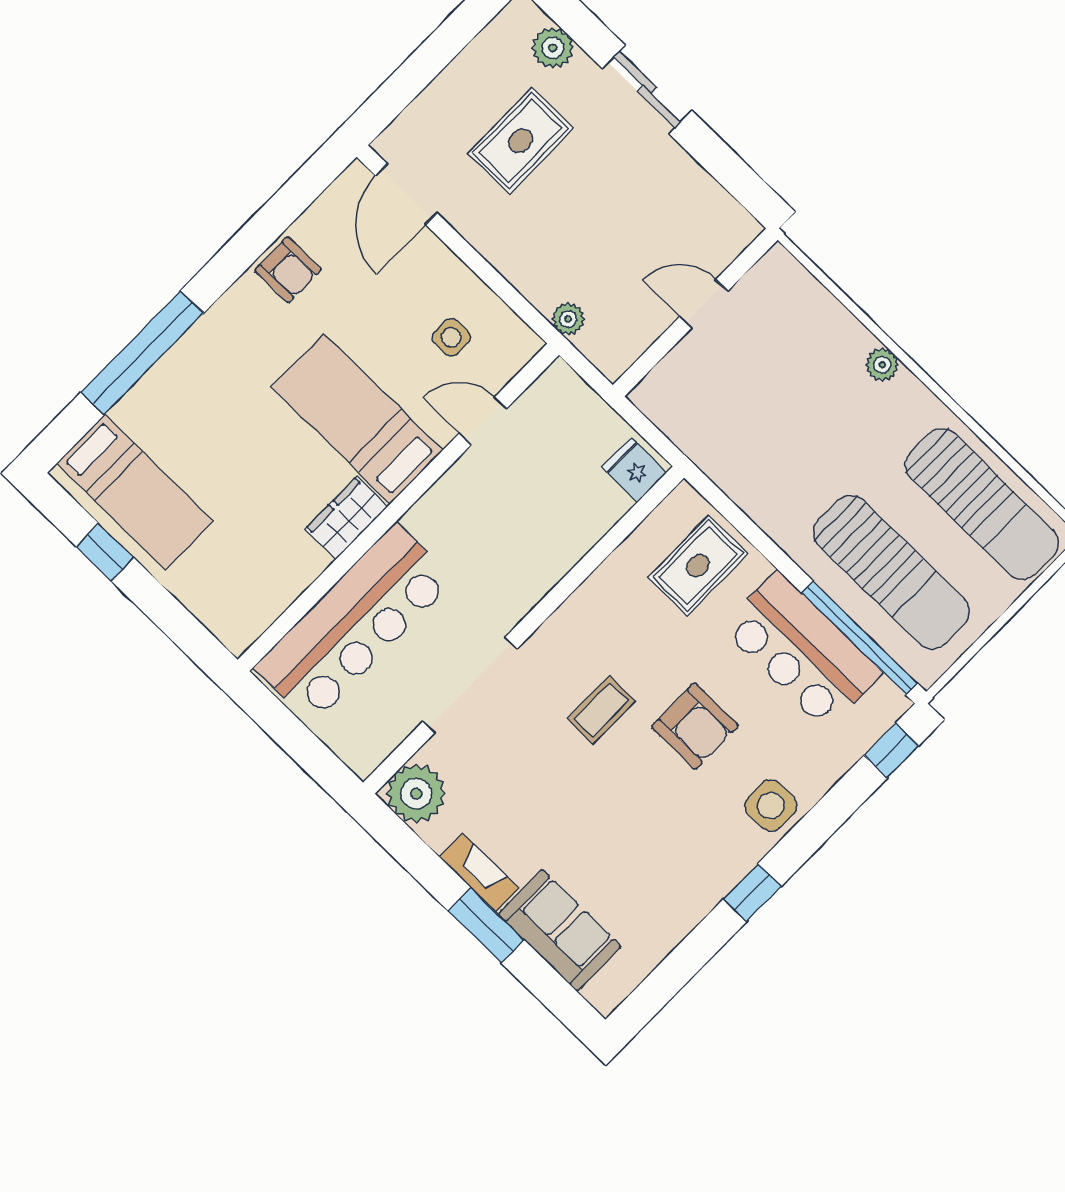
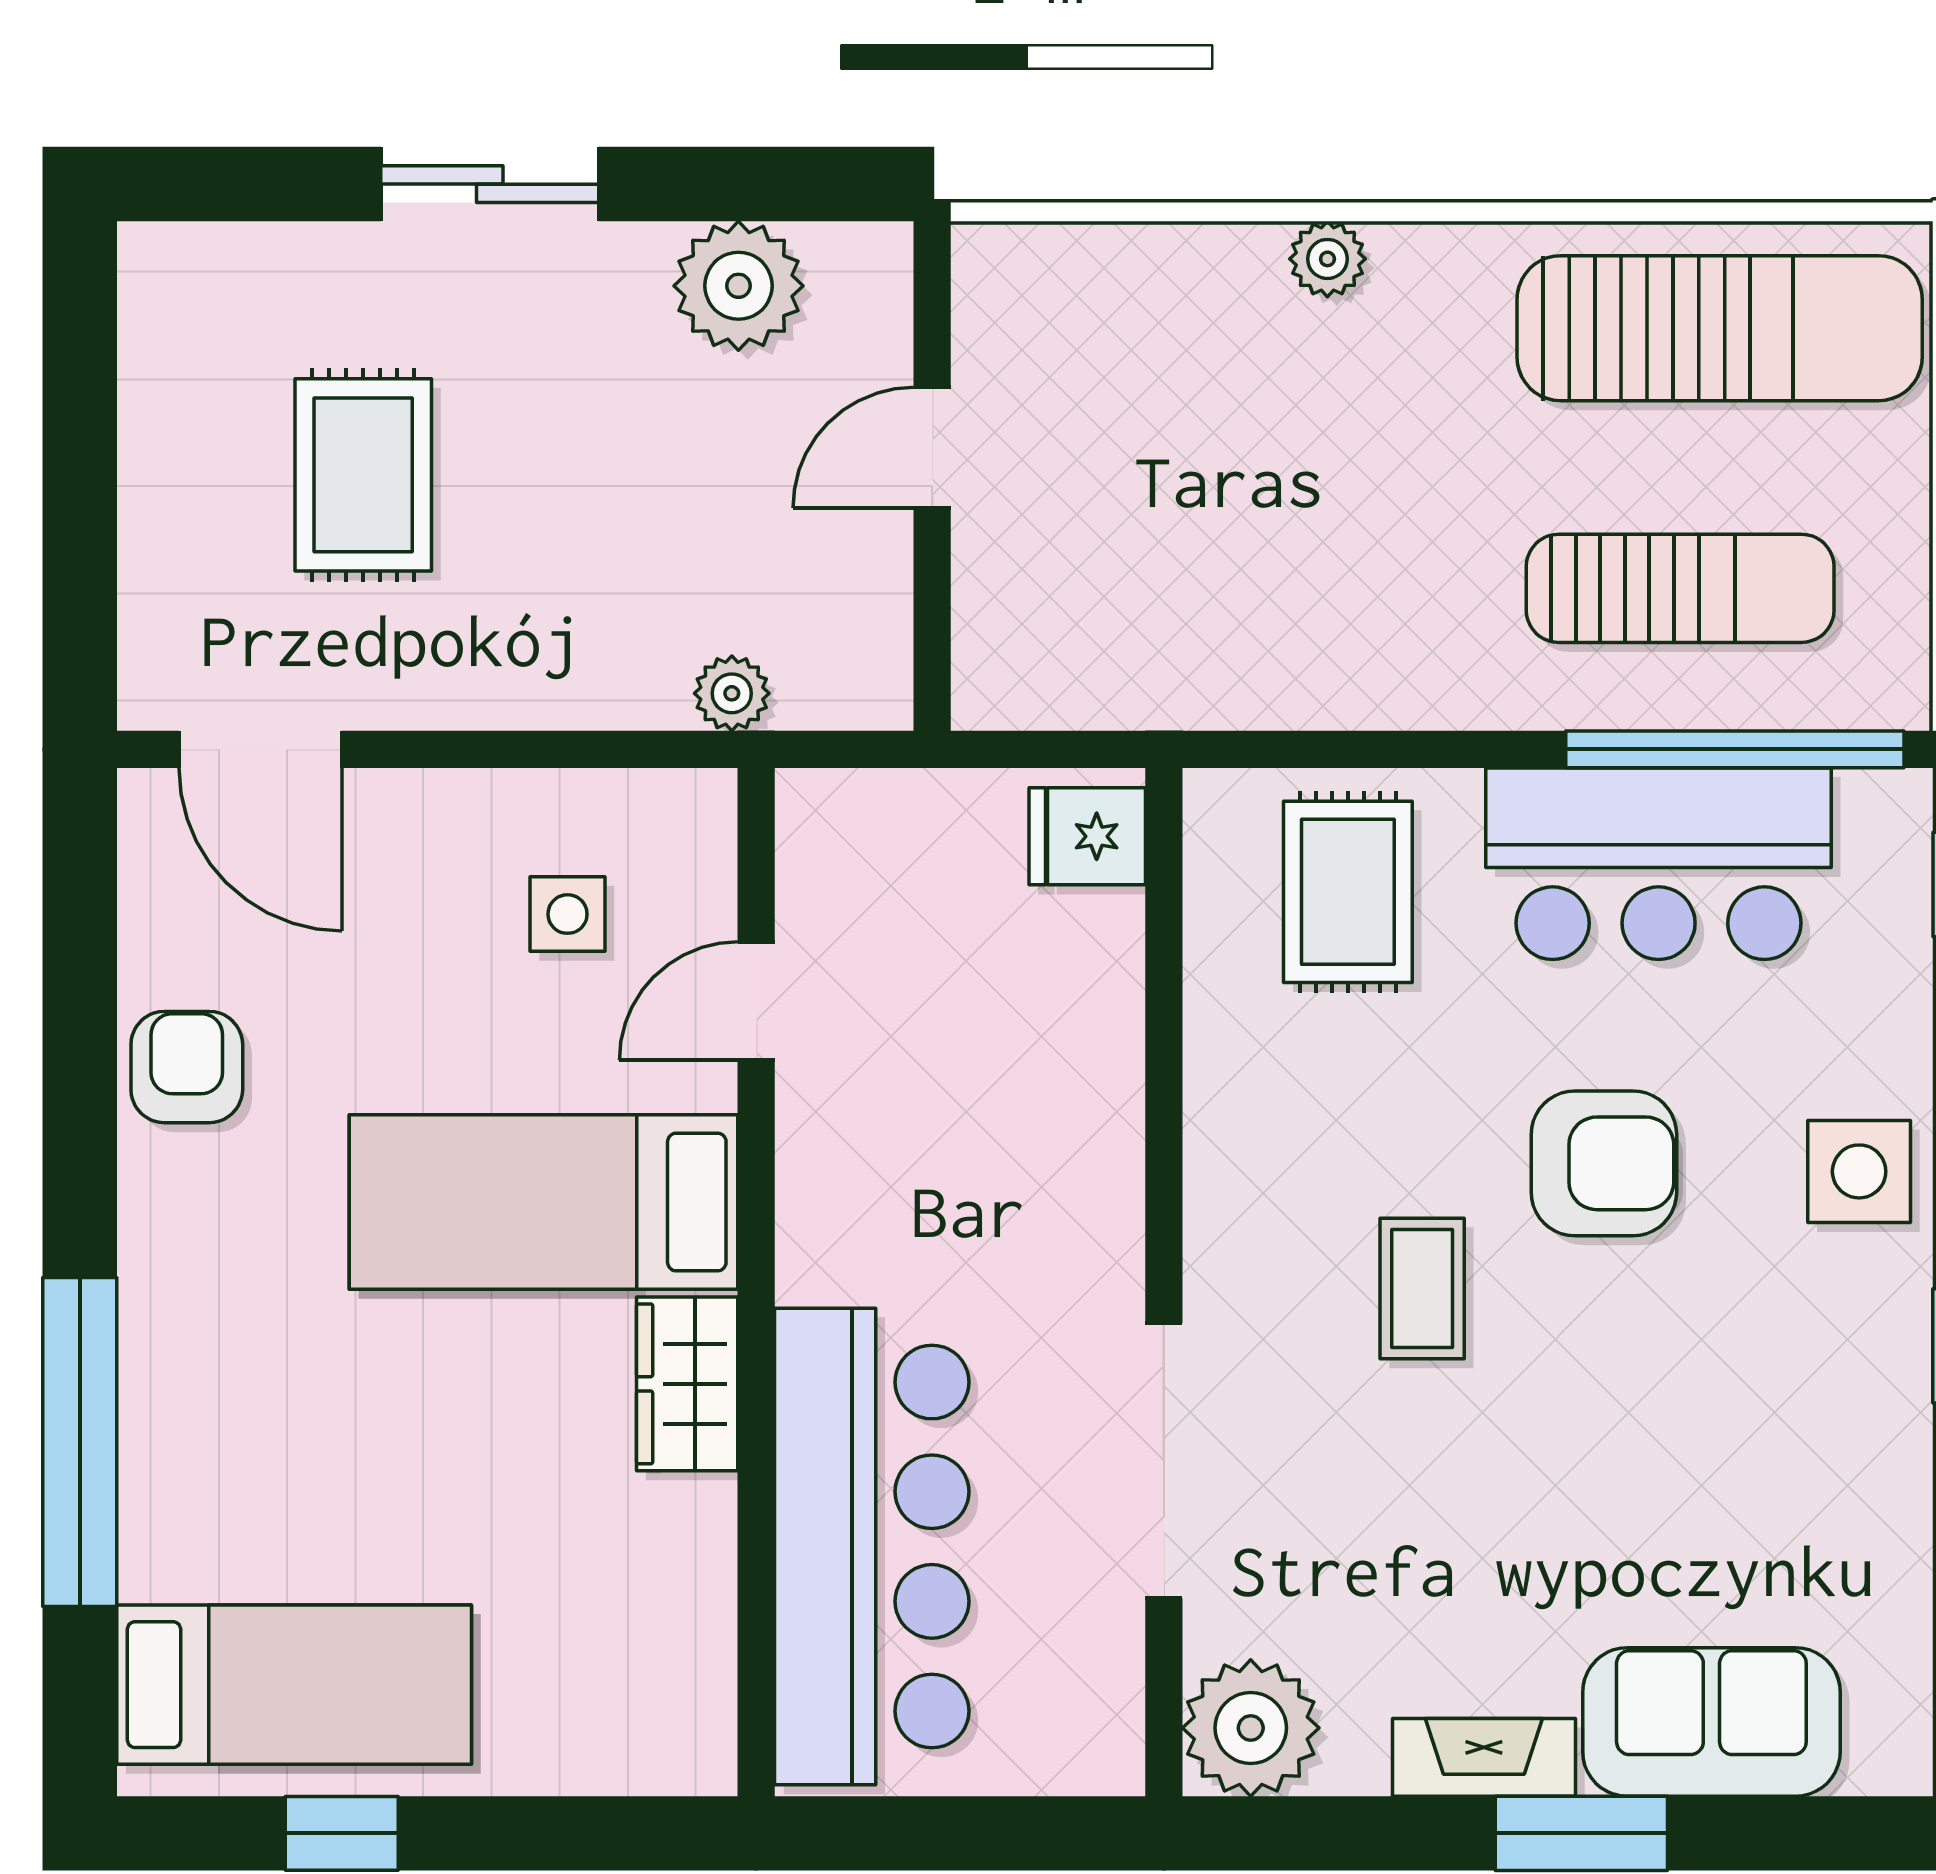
plant: (553, 48) -> (738, 286), moved, width x1.36, depth x1.36
armchair: (288, 270) -> (187, 1067), turned -90
sun lounger: (891, 572) -> (1680, 588), width x0.73, depth x0.75

